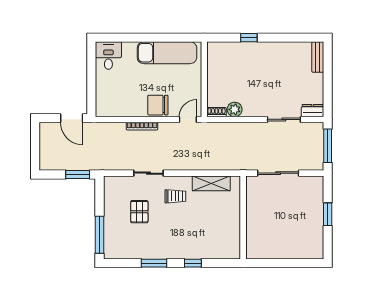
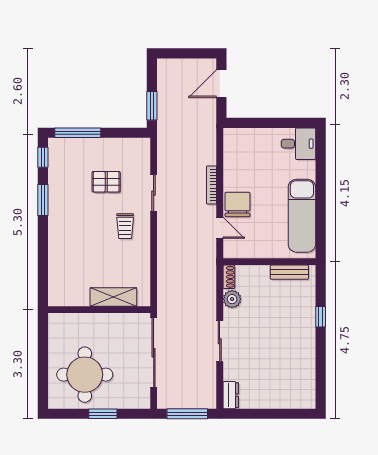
bench: (318, 57) -> (289, 272), moved
door: (72, 118) -> (221, 84), moved
door: (188, 119) -> (220, 228), moved
sliding door: (284, 119) -> (220, 341), moved
sliding door: (278, 173) -> (154, 353), width x1.36
shelving: (211, 183) -> (113, 297), moved, turned 90
round table: (296, 229) -> (85, 375), added
window: (193, 263) -> (43, 157), moved

